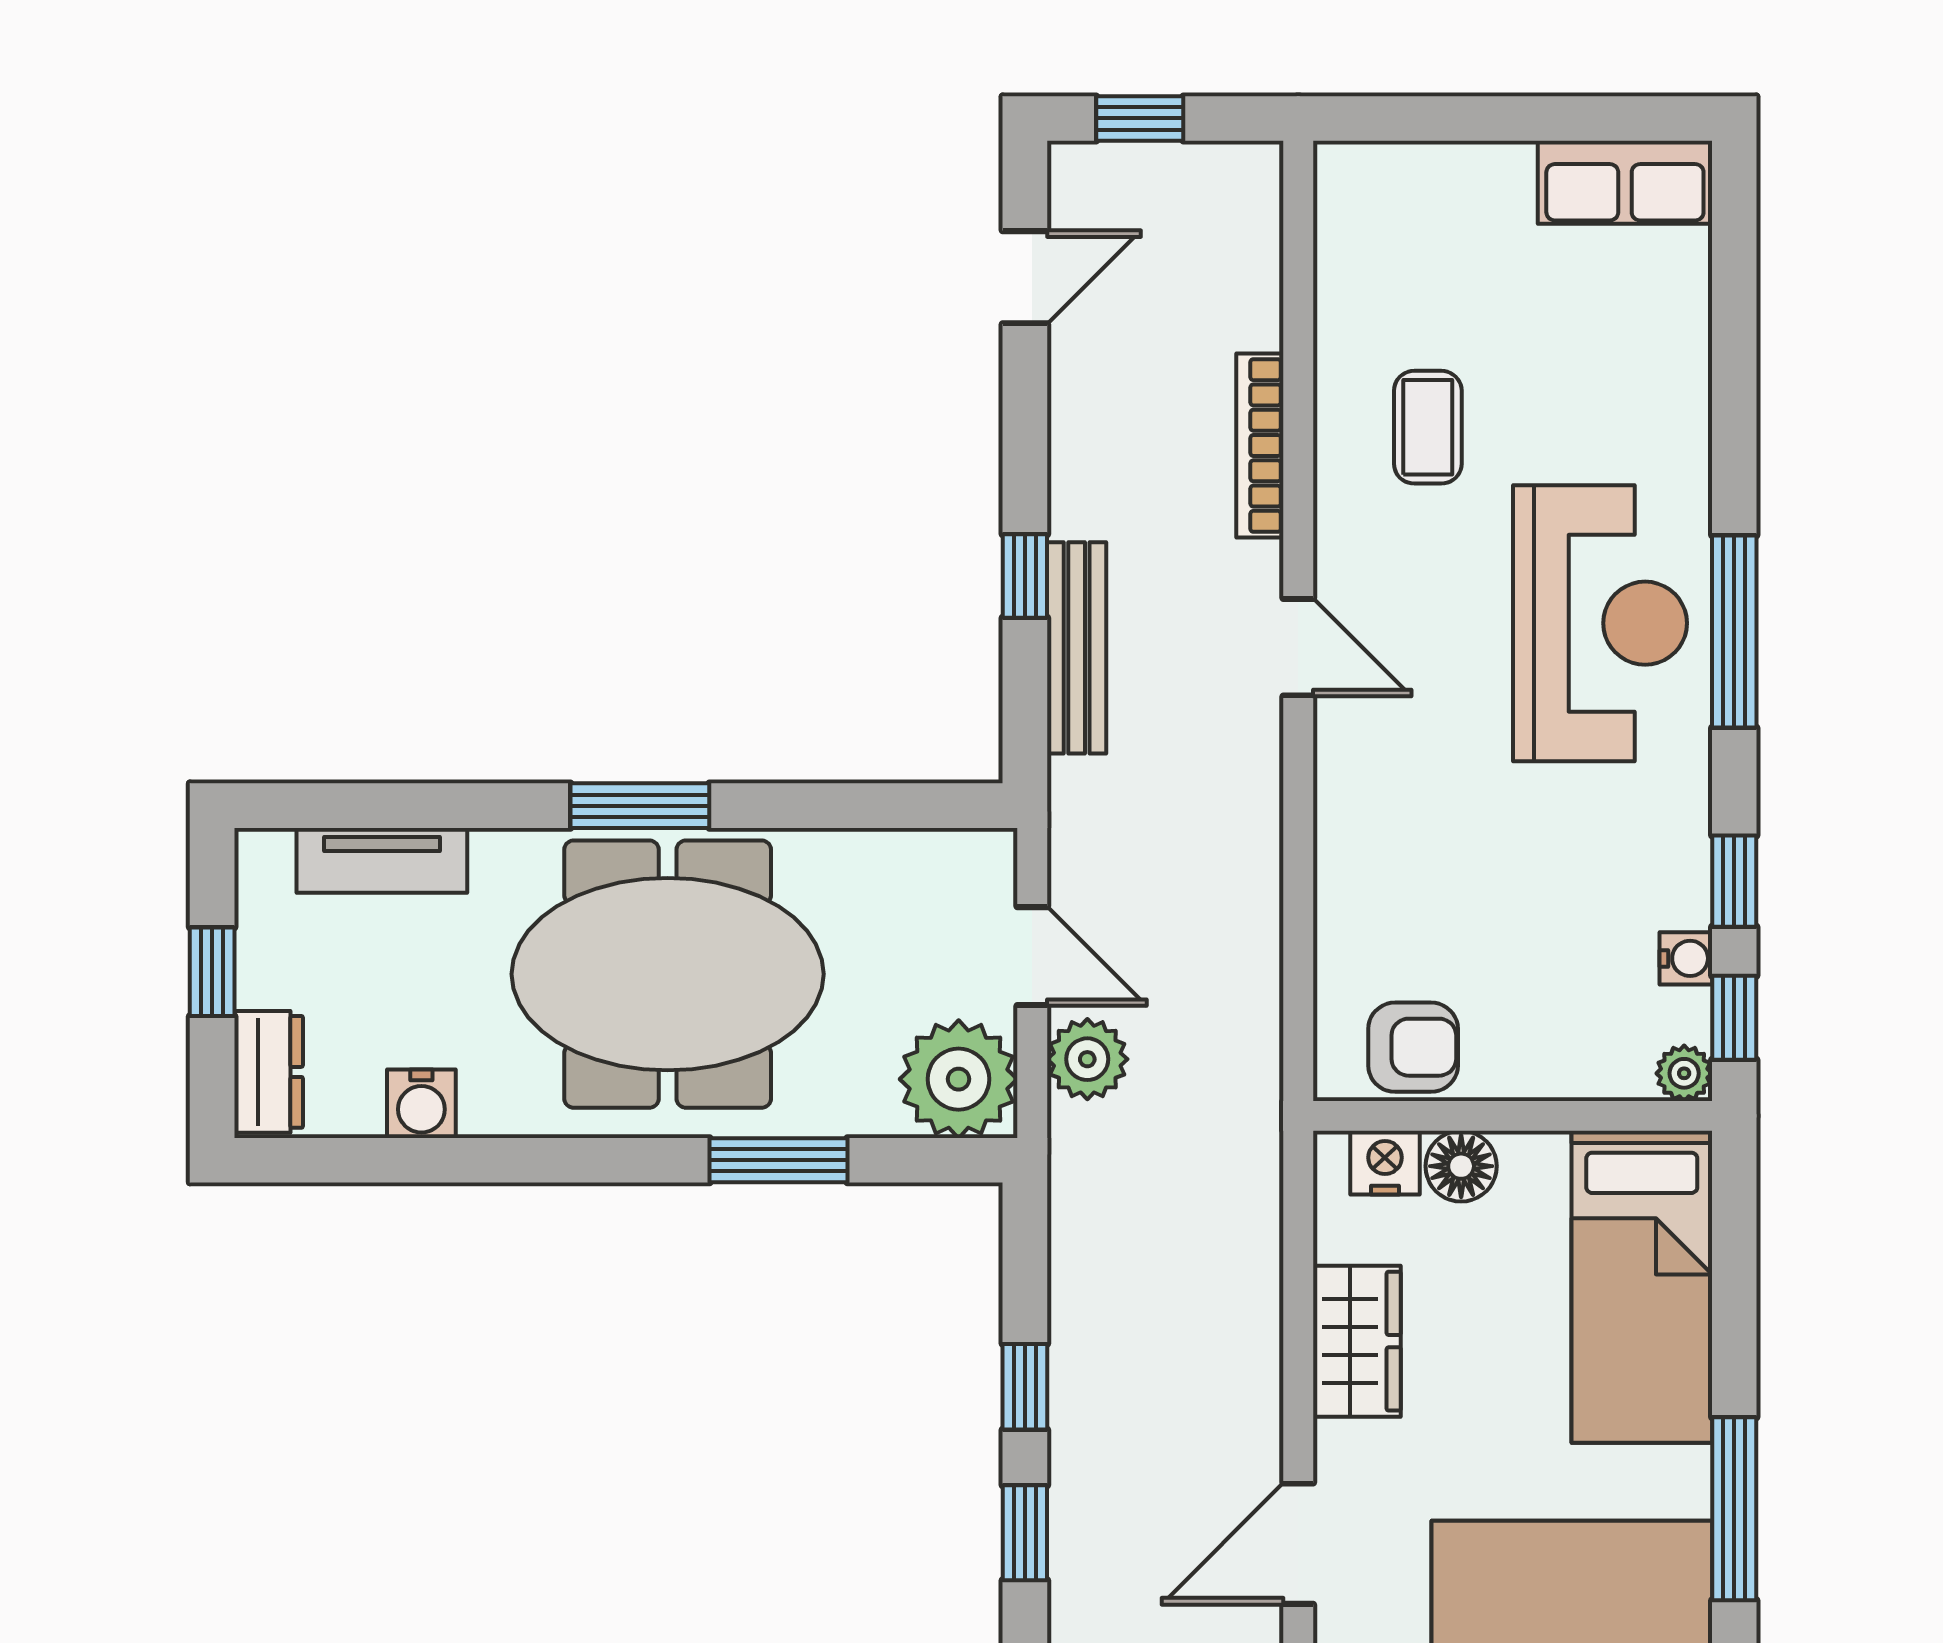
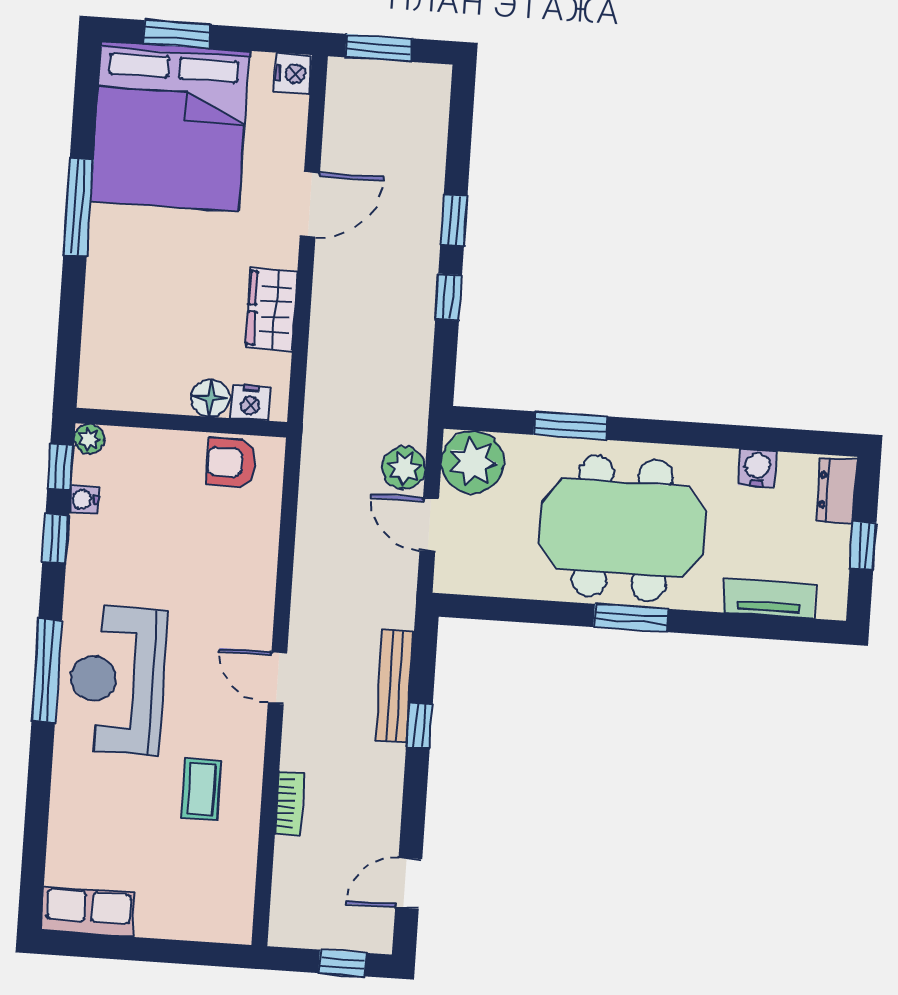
bookcase: (1260, 445) -> (289, 803), width x0.64
bed: (1642, 1287) -> (119, 328), removed

